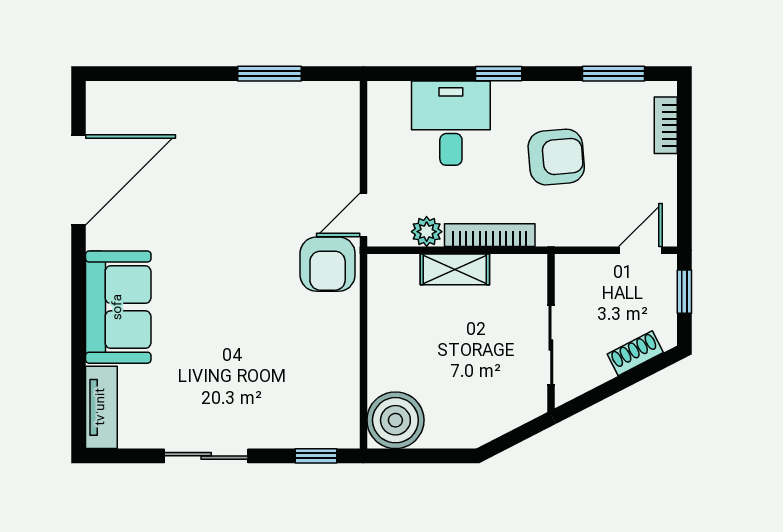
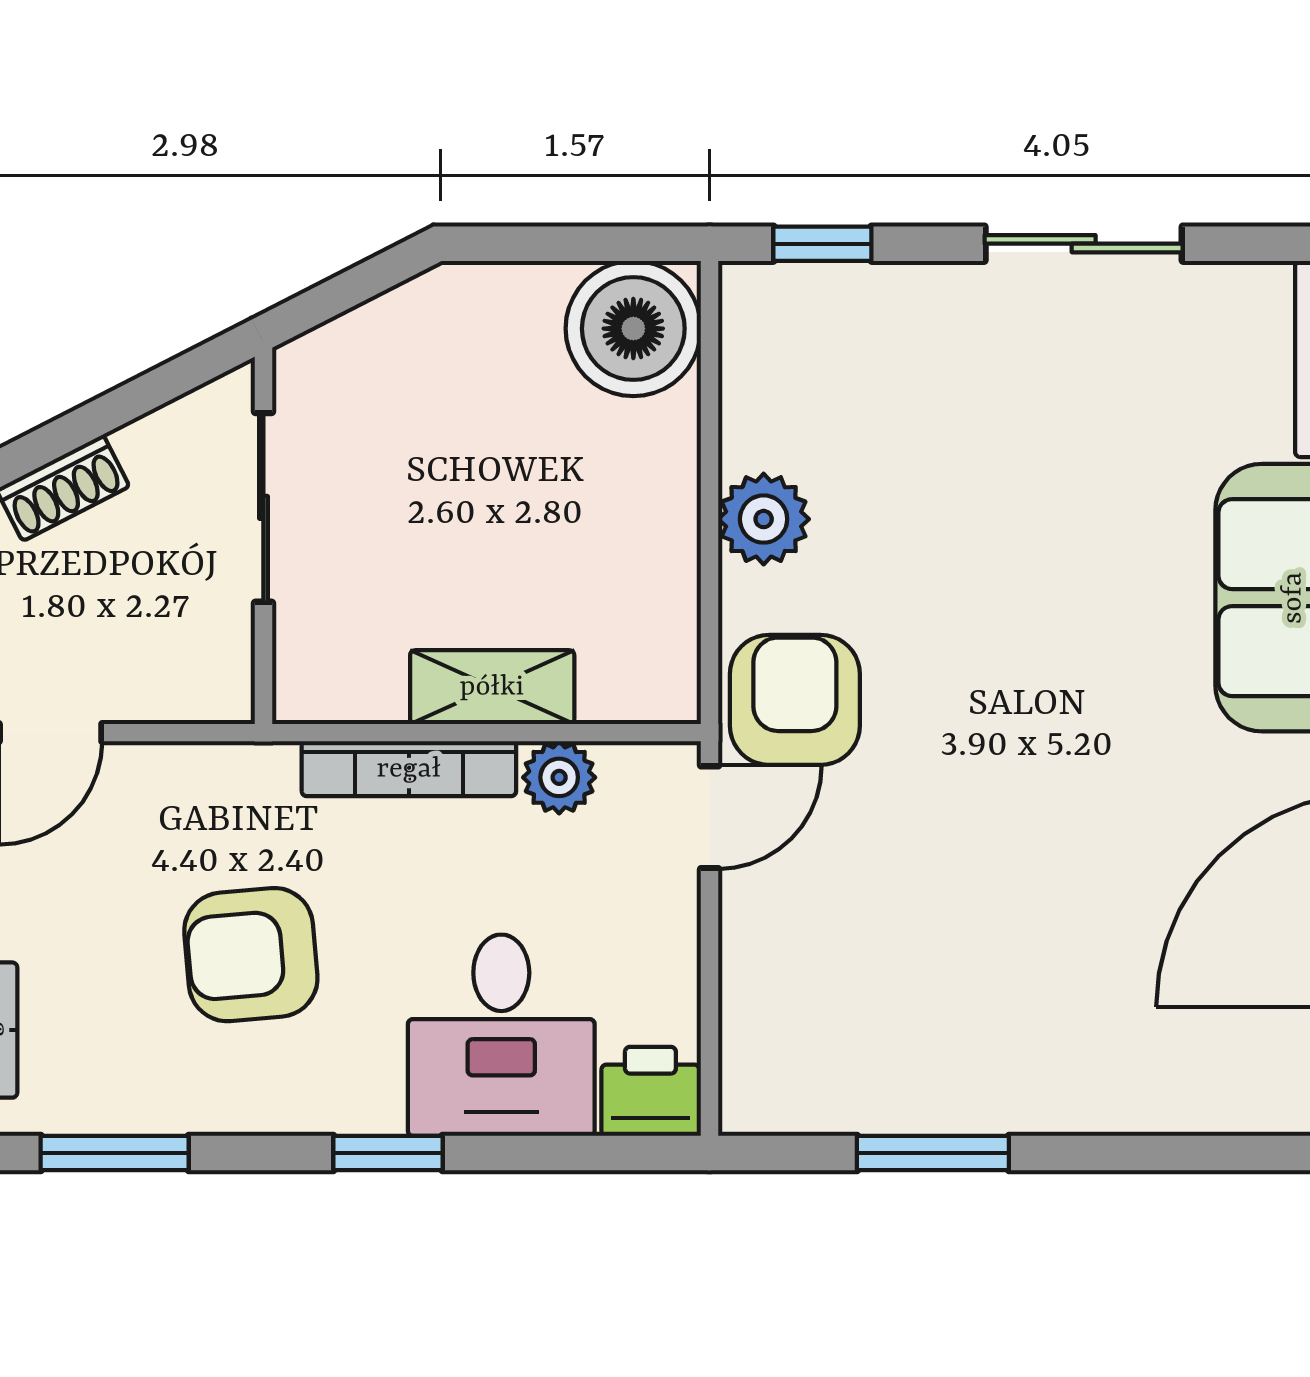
printer: (388, 100) -> (650, 1091), added
plant: (341, 340) -> (764, 519), added

